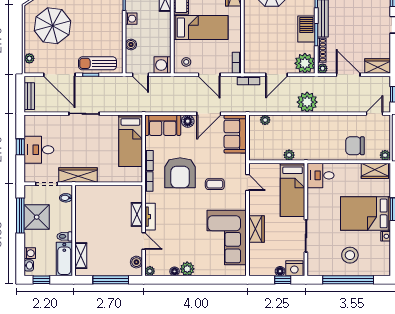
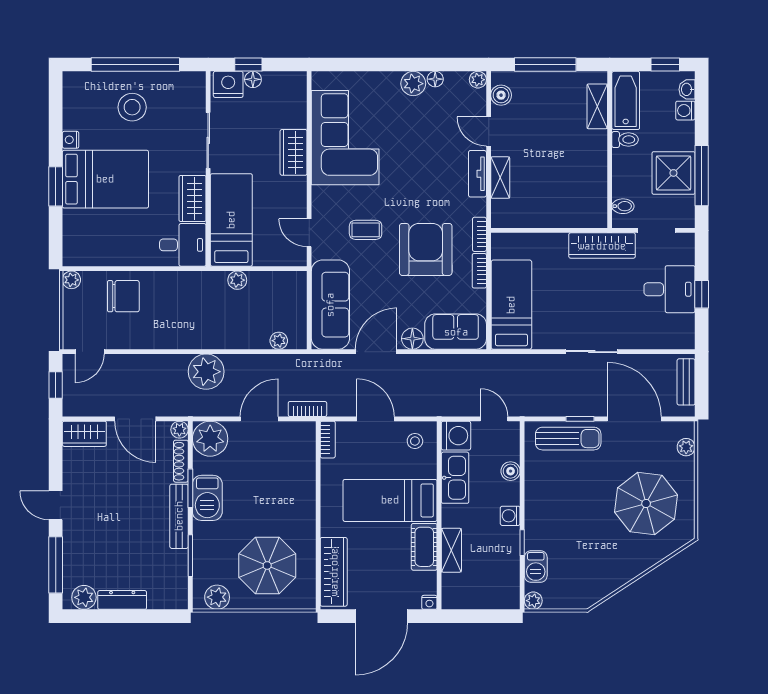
kitchen sink: (163, 41) -> (455, 478), added
sofa: (235, 134) -> (330, 305), width x1.36
wardrobe: (375, 171) -> (193, 198), moved, turned -90

